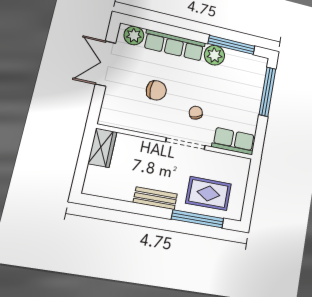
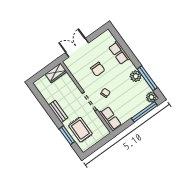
plant: (134, 36) -> (151, 97), moved
row of seats: (174, 45) -> (119, 53), width x0.68
double door: (106, 64) -> (77, 48), moved
window: (198, 219) -> (67, 135), width x0.69

